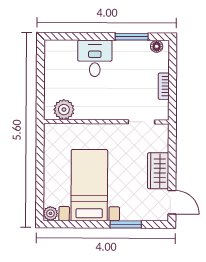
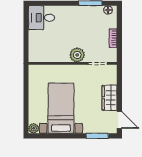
desk: (95, 58) -> (41, 18), moved, turned -90
plant: (64, 110) -> (77, 55), moved
window: (126, 224) -> (97, 136), moved

